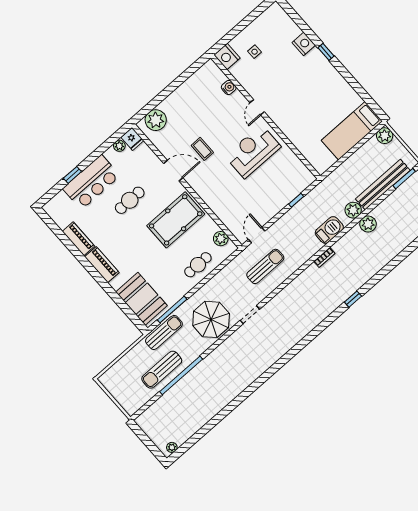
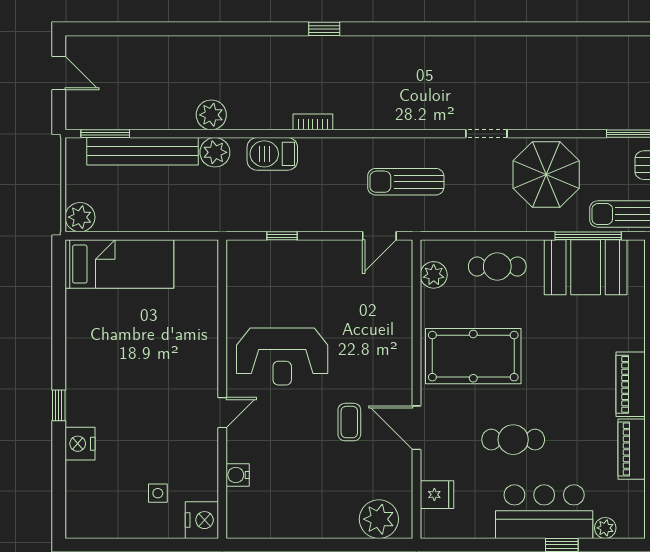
fridge: (132, 139) -> (437, 495), moved, turned 90
plant: (119, 146) -> (605, 528), moved
booth: (141, 299) -> (586, 267), moved, turned 90

